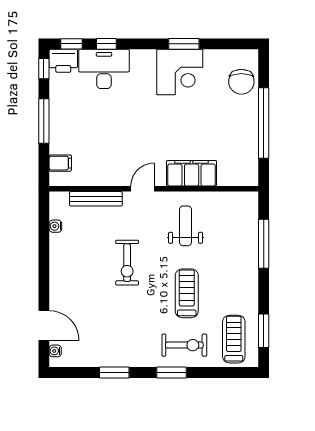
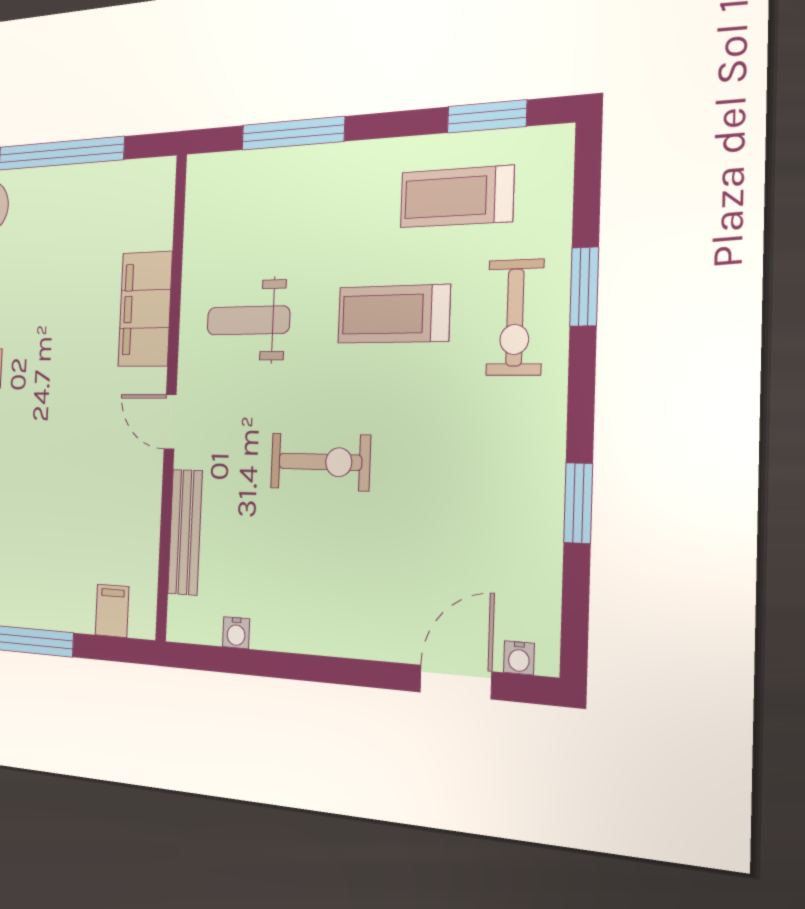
treadmill: (234, 339) -> (457, 197), moved
exercise bike: (184, 345) -> (515, 317), turned 180
window: (172, 373) -> (584, 287), moved

